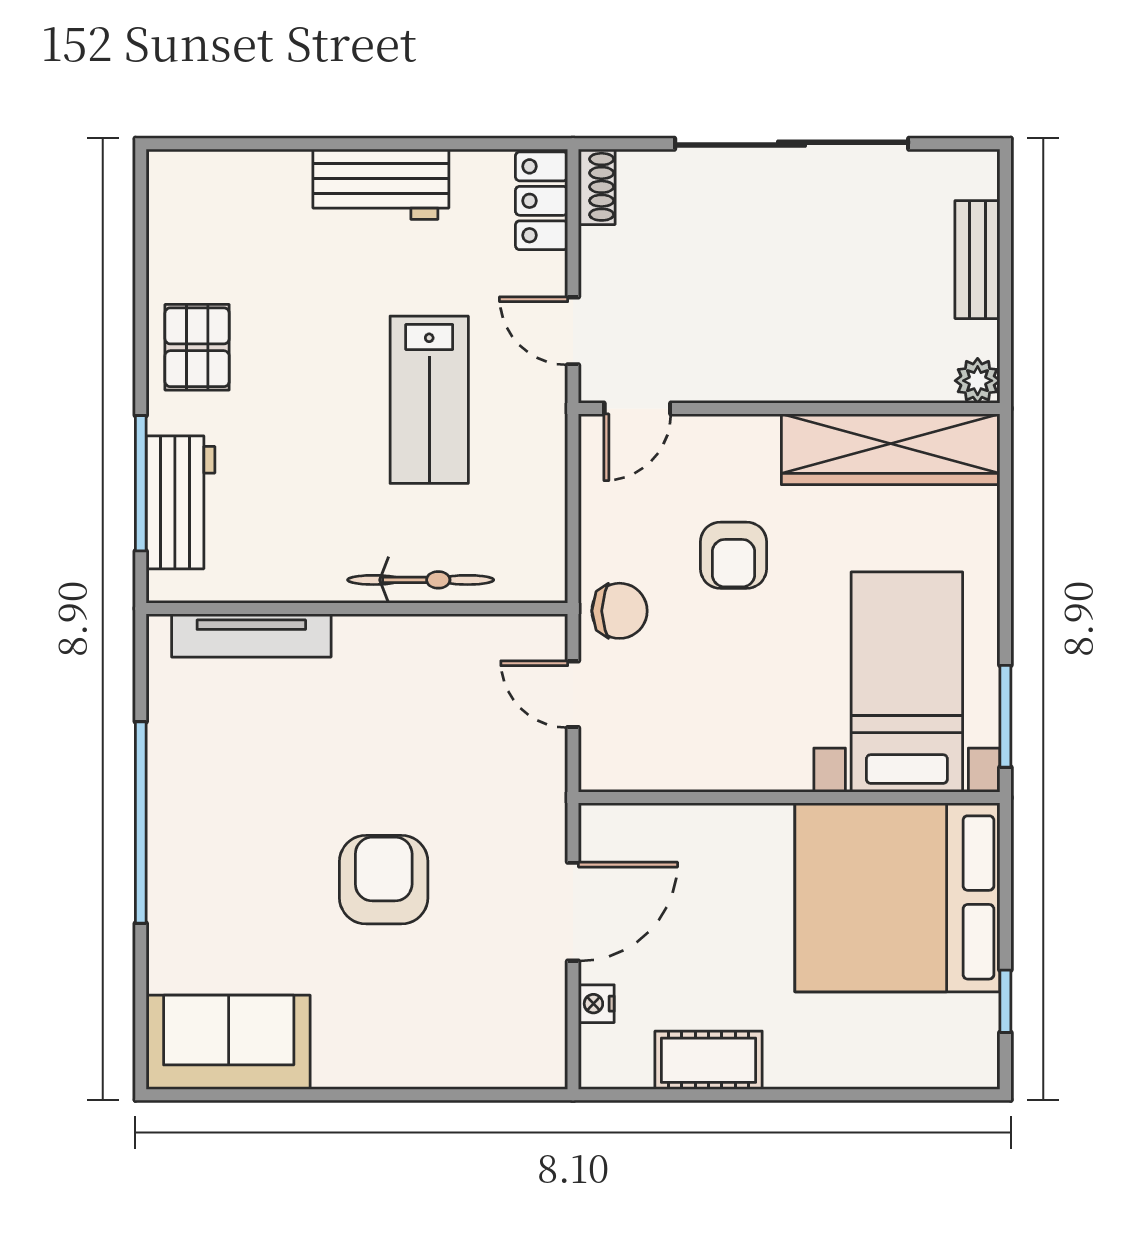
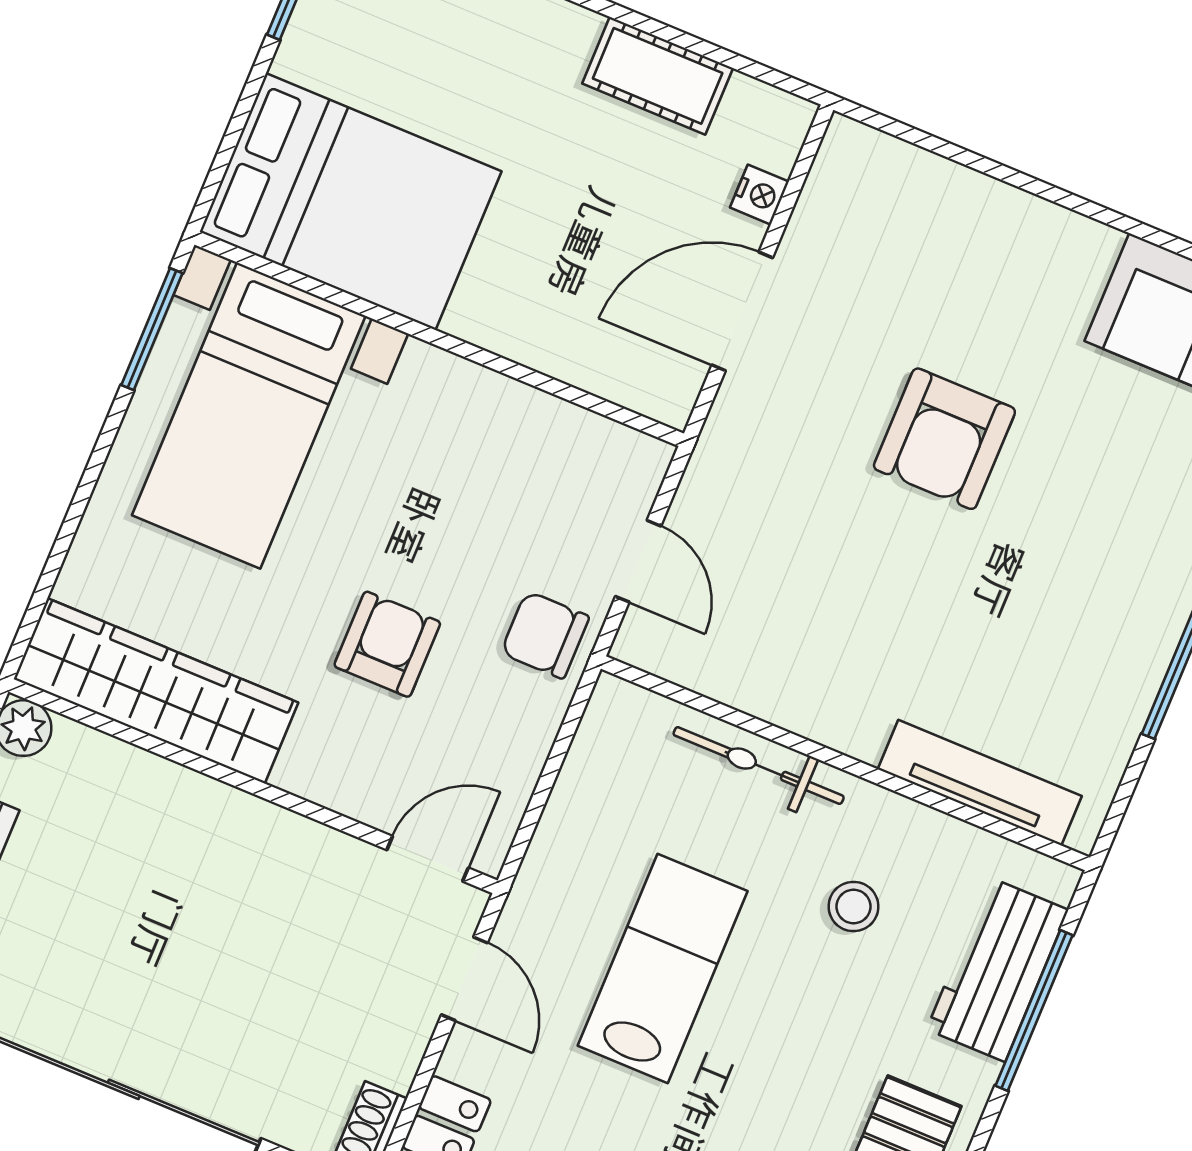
stool: (307, 505) -> (853, 906), added
bed: (897, 897) -> (351, 202), width x0.73

